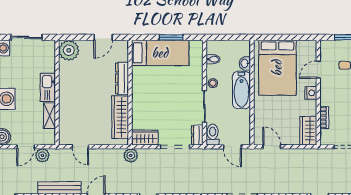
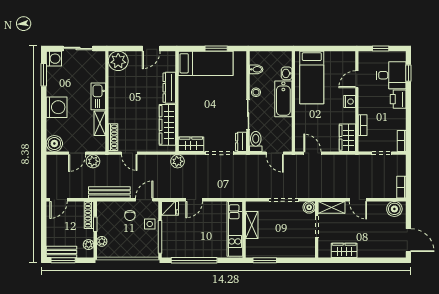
bed: (277, 68) -> (312, 77), width x0.67
shoe rack: (63, 130) -> (113, 137), added

